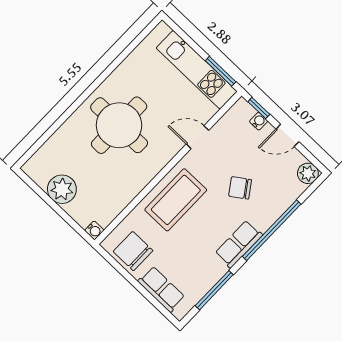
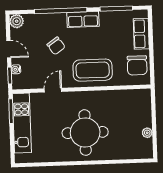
door: (198, 137) -> (53, 90), swing flipped
plant: (62, 189) -> (147, 133), width x0.53, depth x0.53
water cooler: (94, 230) -> (146, 93), removed

